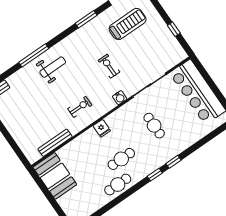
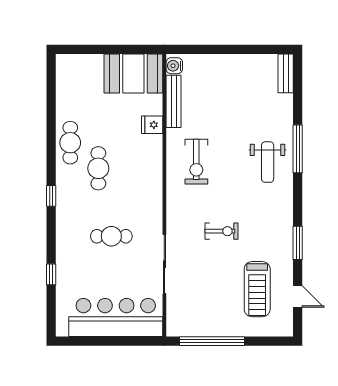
window: (174, 29) -> (212, 341), width x3.17
water cooler: (120, 98) -> (174, 66), moved
exercise bike: (80, 107) -> (196, 162), width x1.38, depth x1.39
fridge: (102, 128) -> (152, 125), moved
window: (173, 162) -> (51, 274), moved

